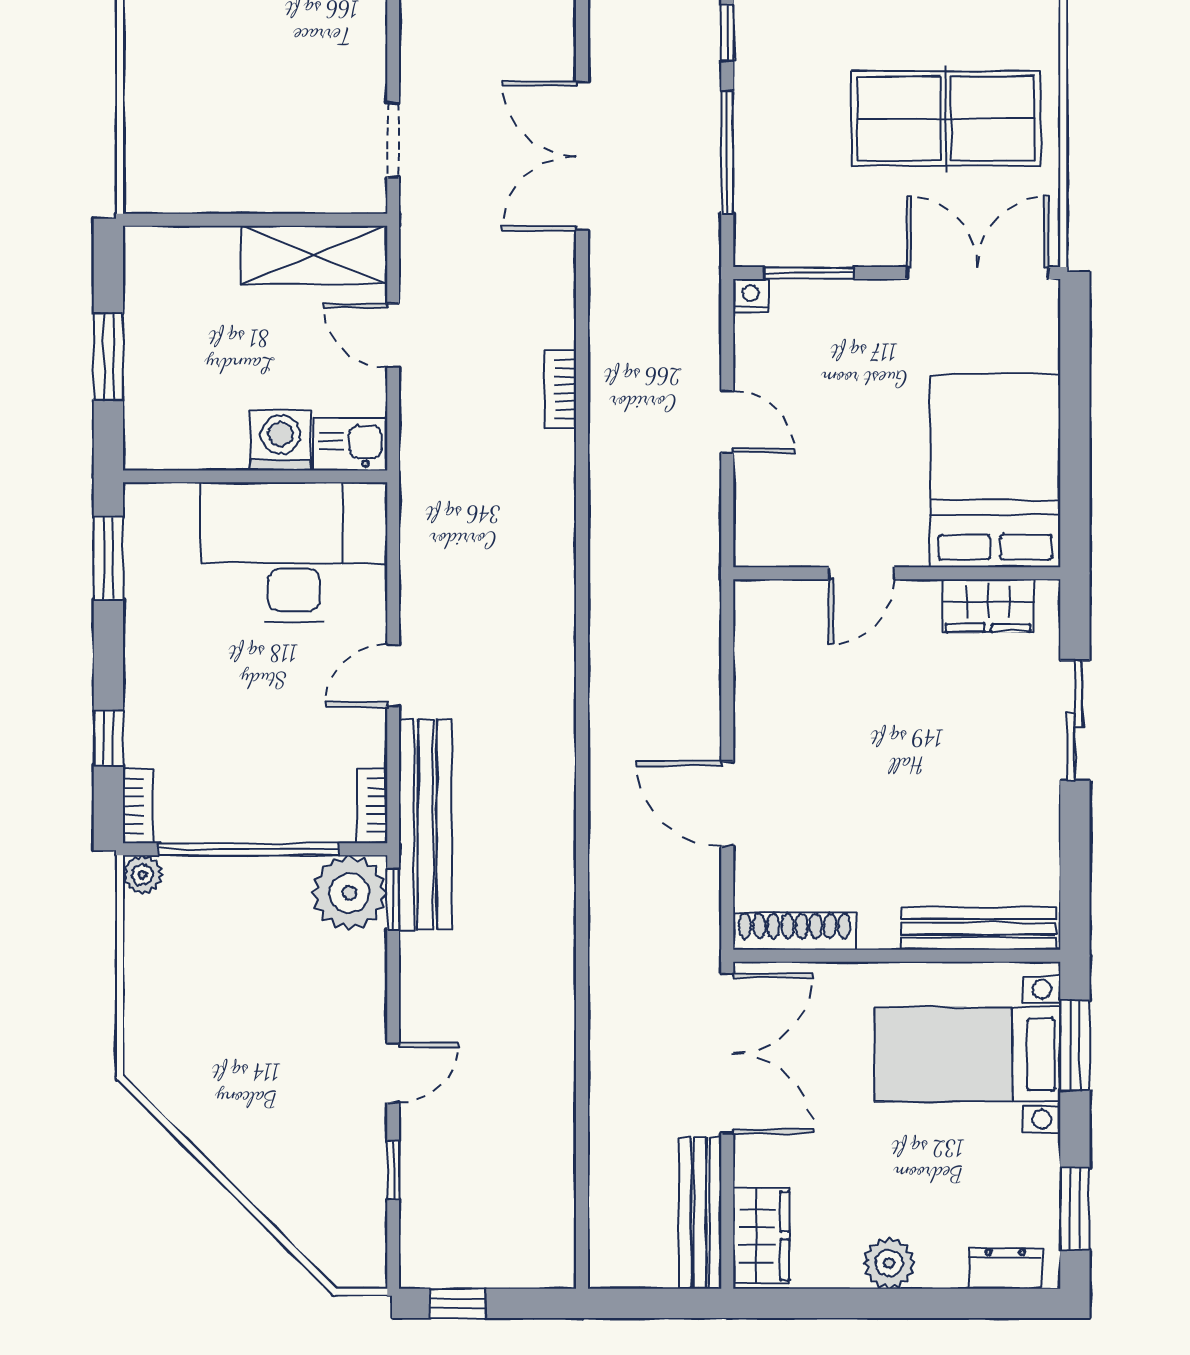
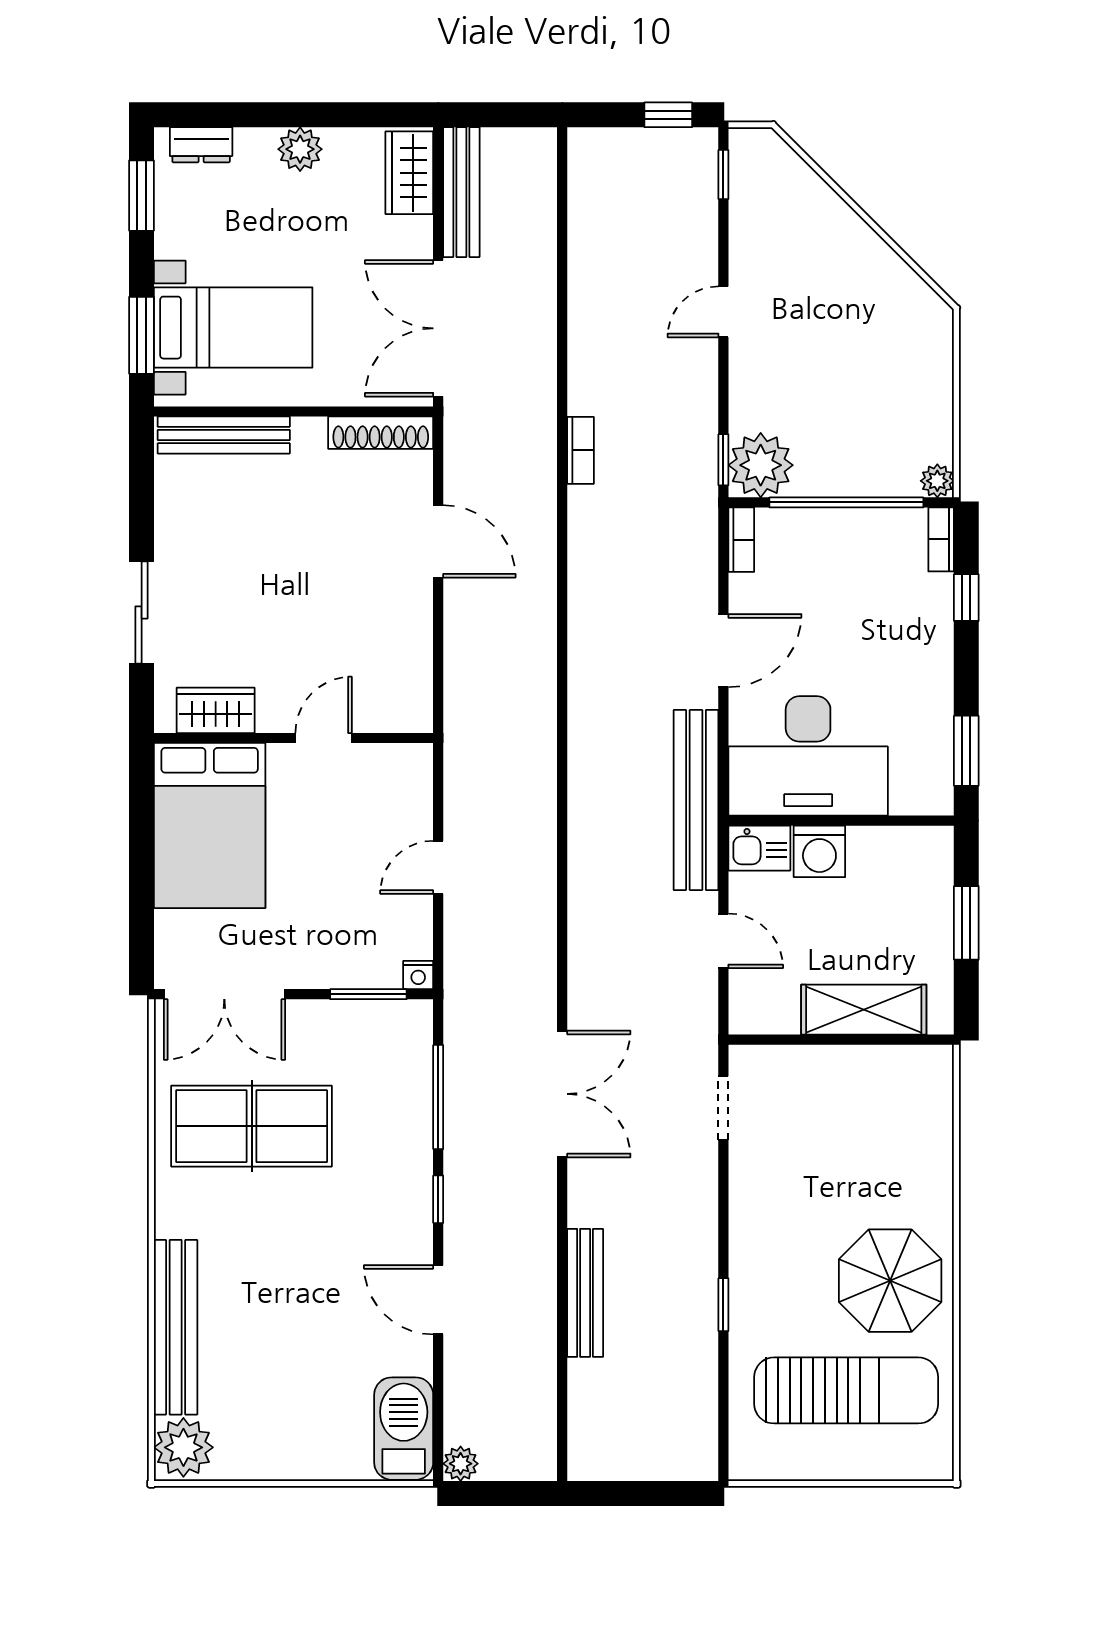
shelving: (314, 255) -> (864, 1010), moved
bookcase: (560, 389) -> (581, 450), moved
door: (727, 422) -> (438, 867), hinge flipped
door: (393, 676) -> (723, 651), width x1.38
bench: (425, 825) -> (696, 800), moved
window: (393, 1170) -> (723, 175), moved

